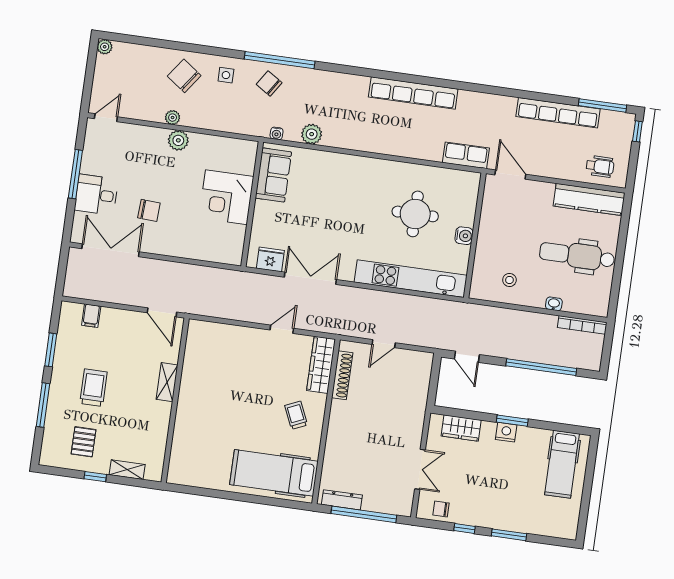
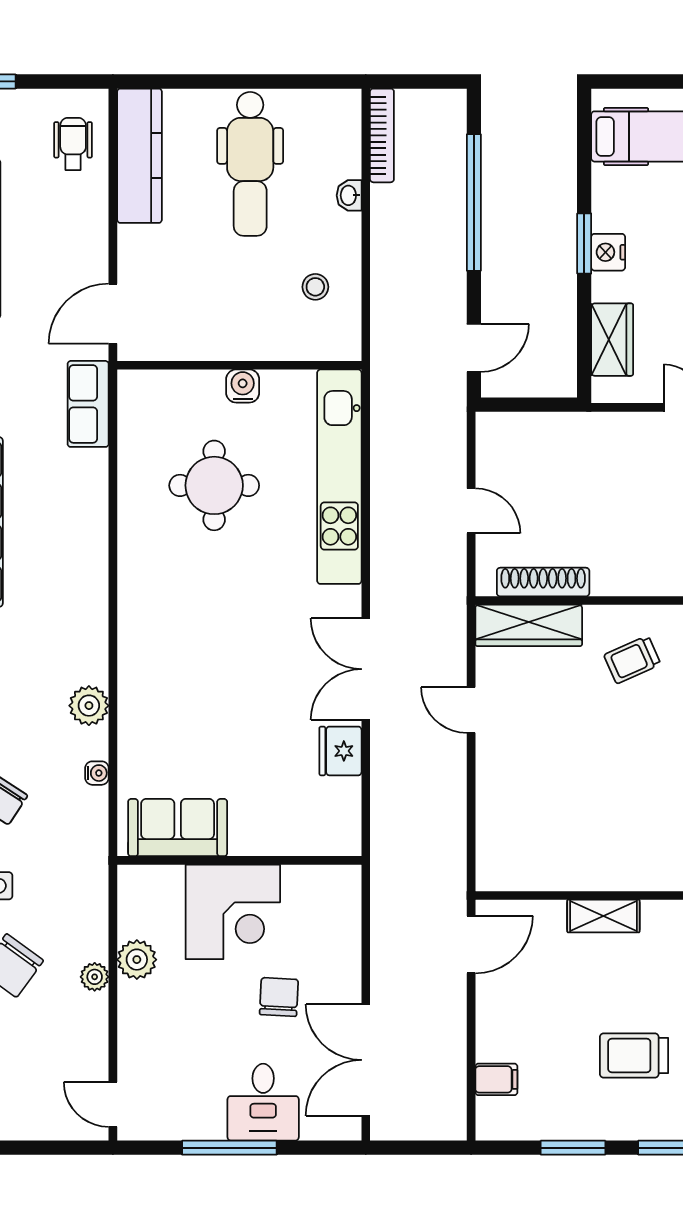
sofa: (273, 175) -> (178, 828), moved
corner desk: (226, 197) -> (233, 912), moved
wall: (252, 204) -> (239, 860), moved

